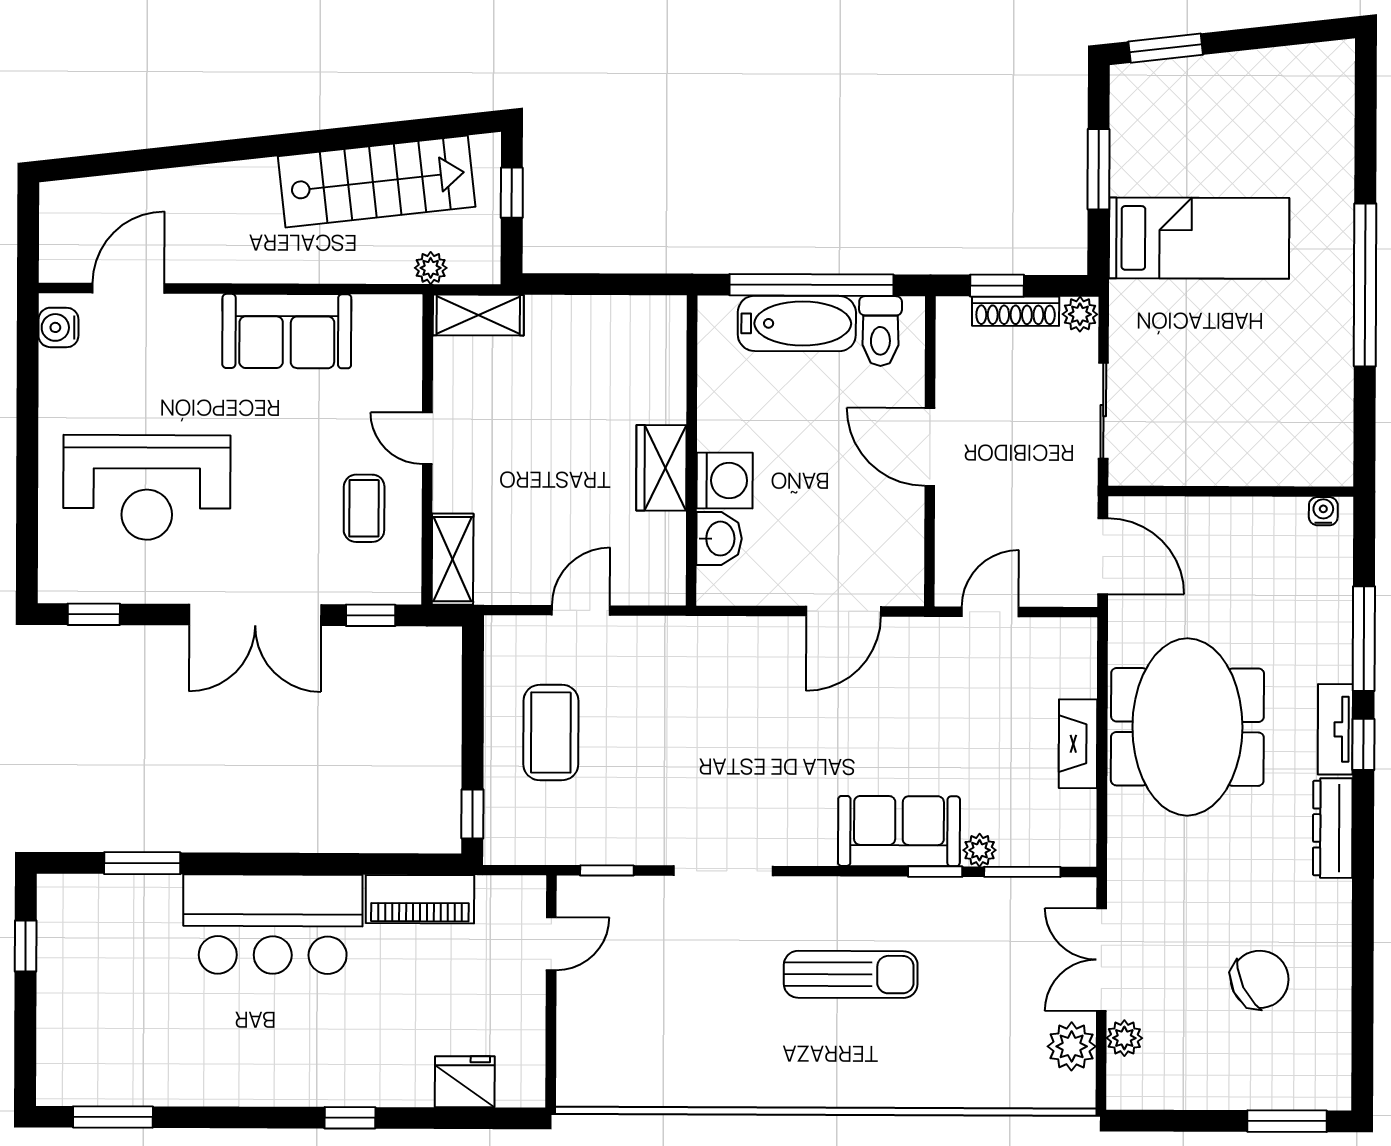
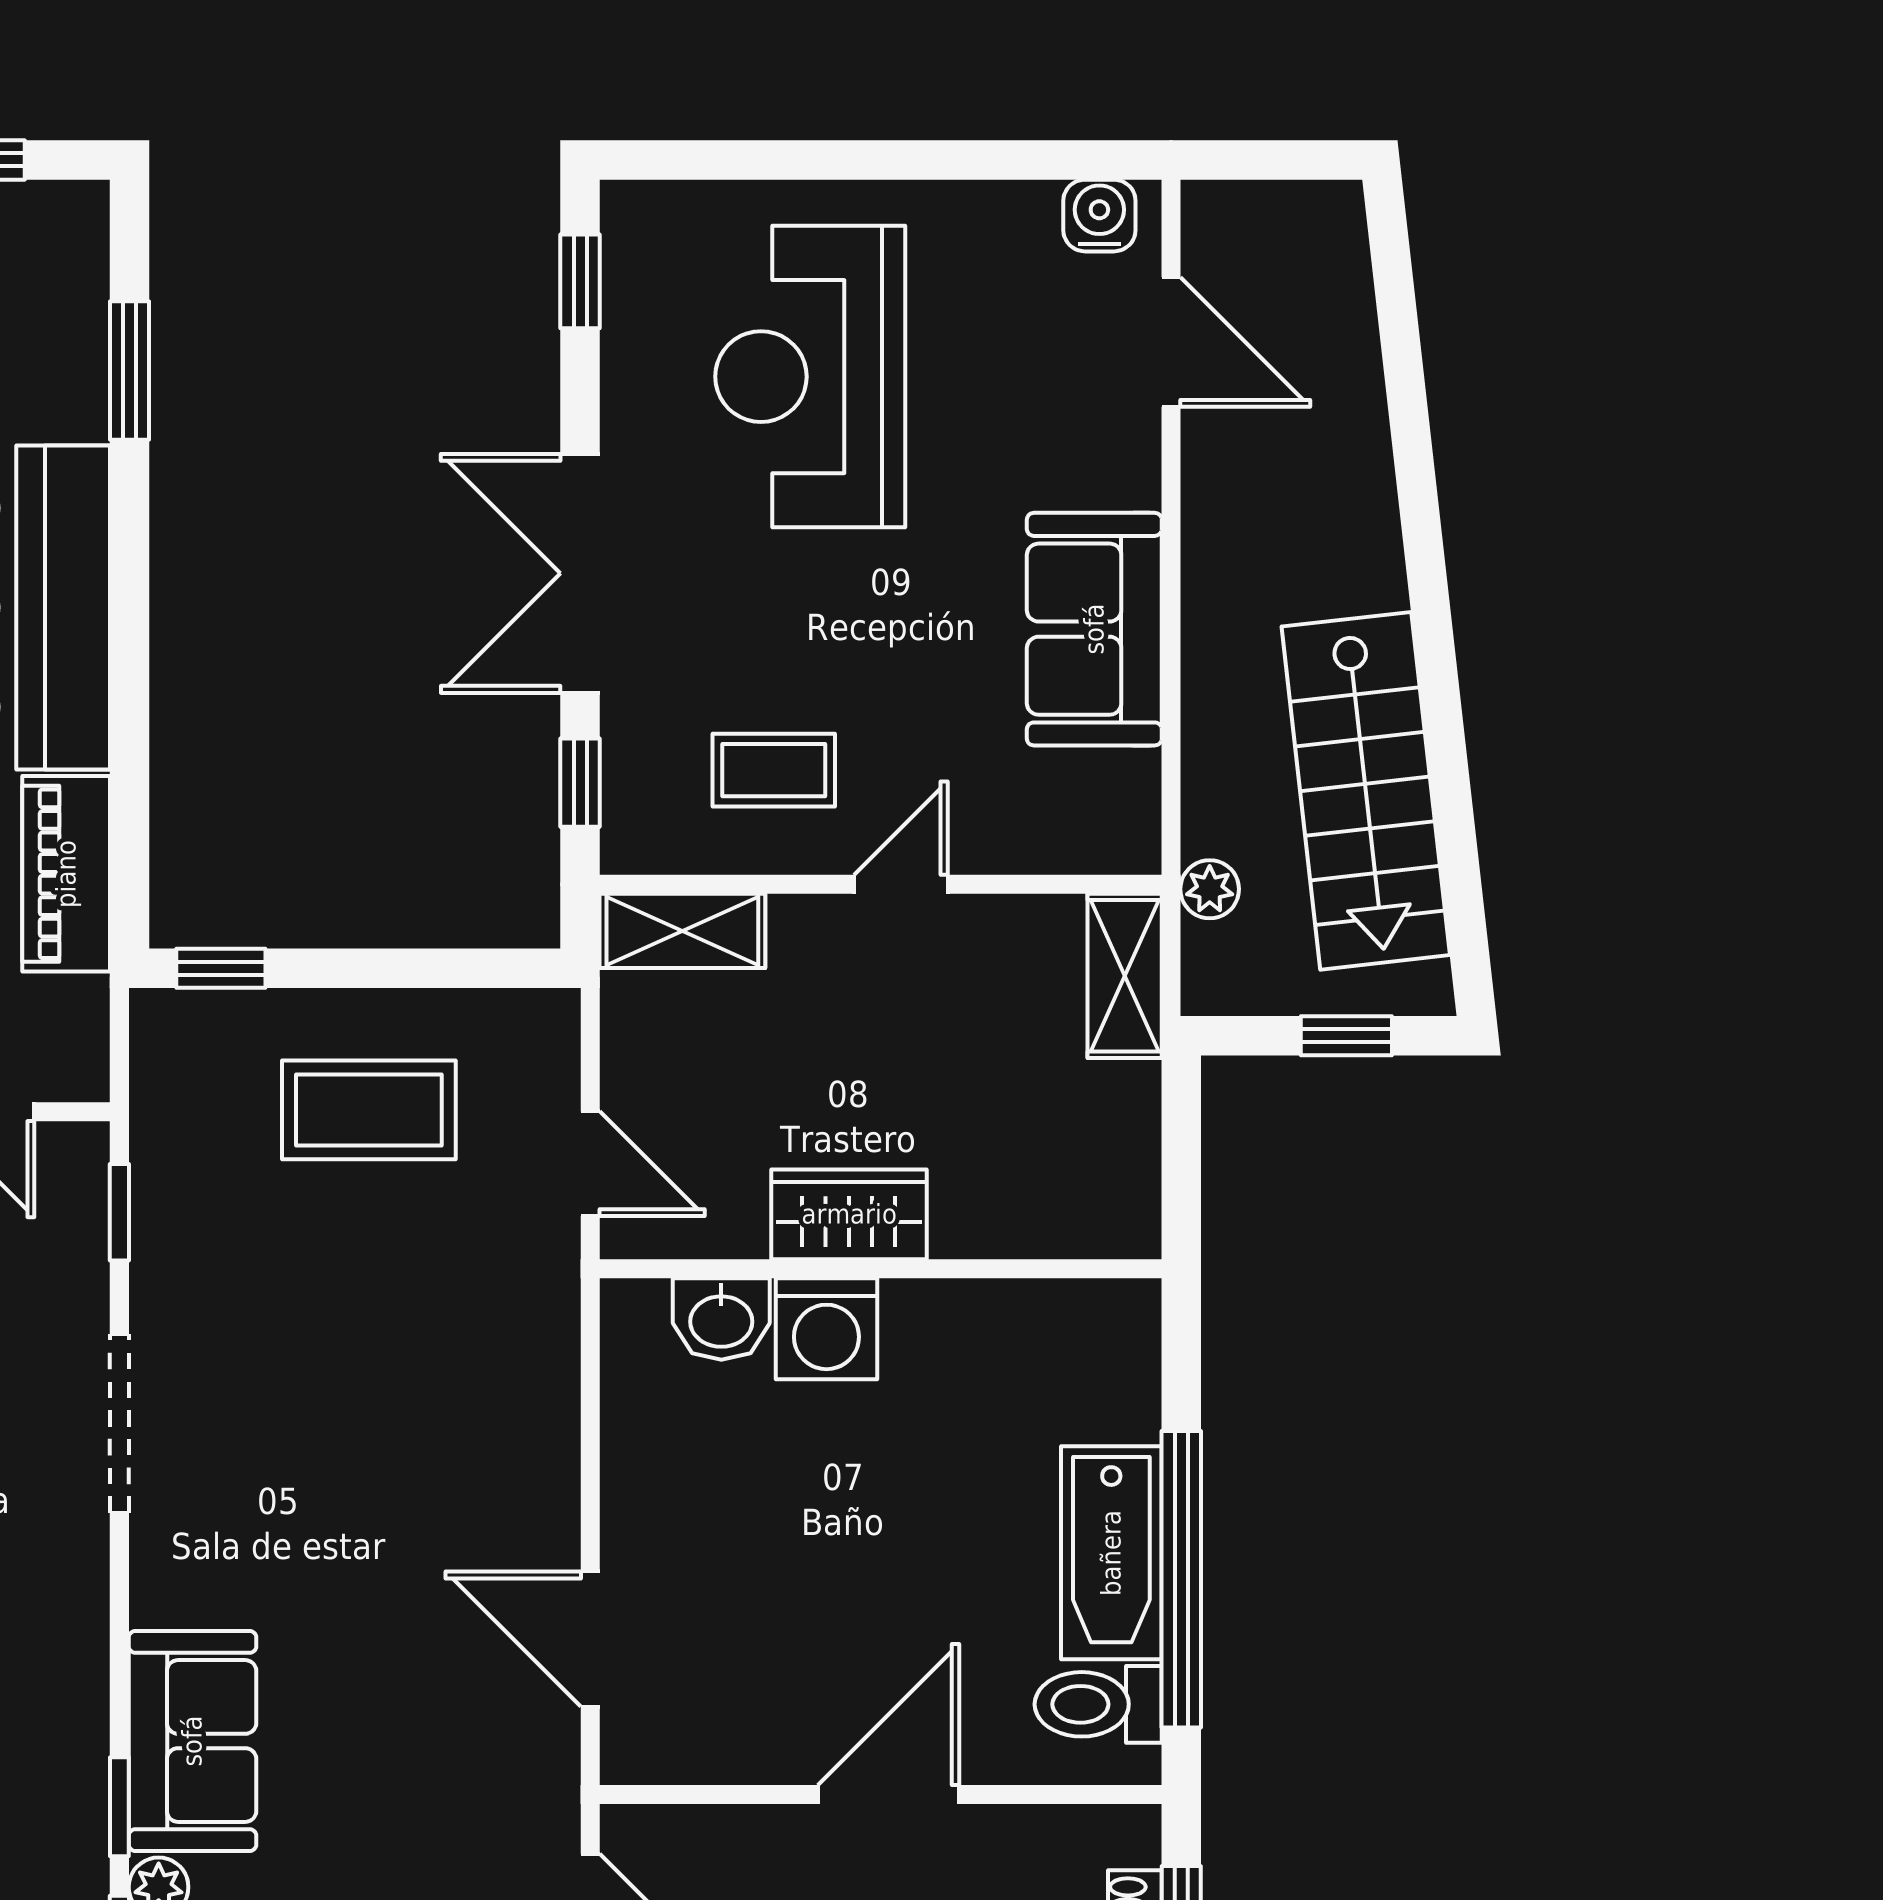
wall: (692, 450) -> (881, 1269), moved
wardrobe: (661, 468) -> (849, 1214), moved
washing machine: (725, 480) -> (826, 1329), moved
washbasin: (719, 539) -> (721, 1319), moved

